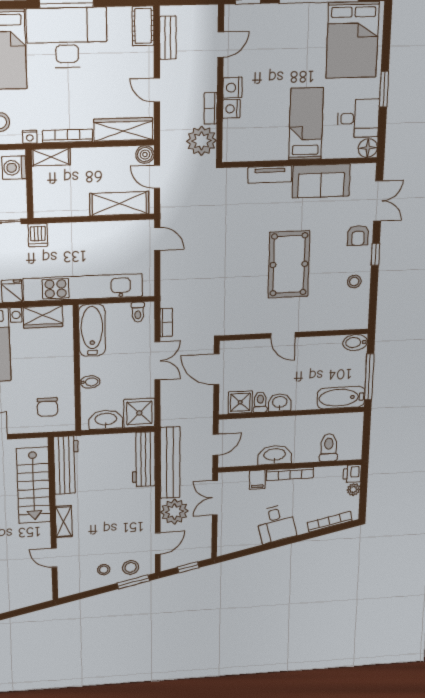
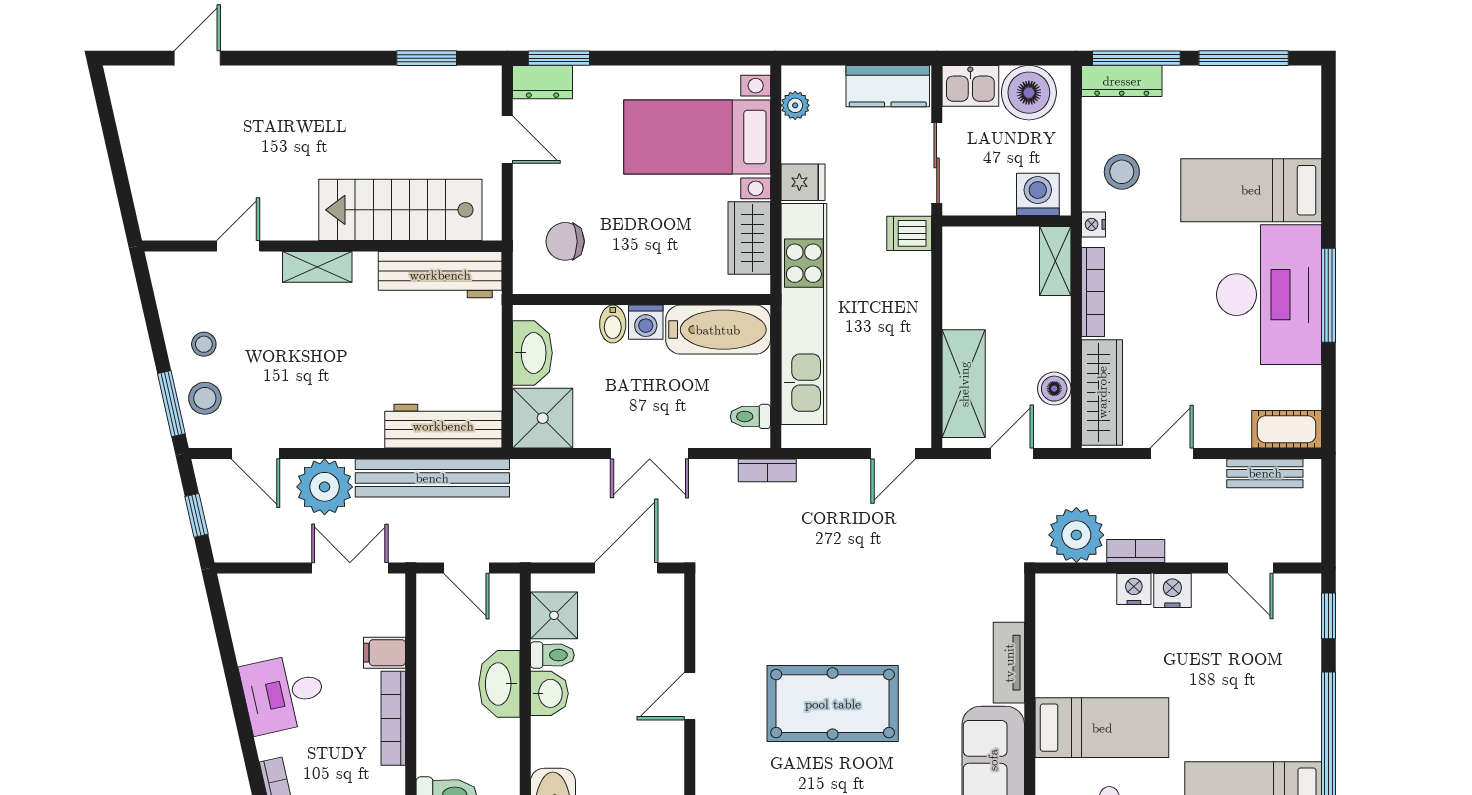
boiler: (145, 155) -> (1054, 389), moved
bookcase: (166, 322) -> (767, 470), moved
washing machine: (89, 366) -> (646, 322), added
washbasin: (275, 455) -> (499, 684), moved, turned 180

